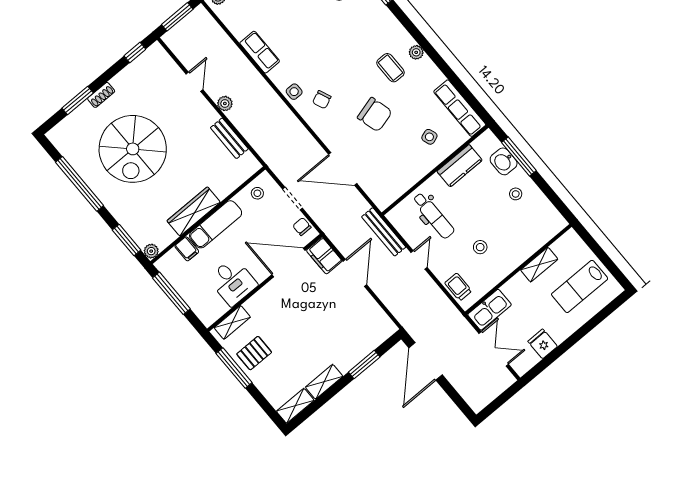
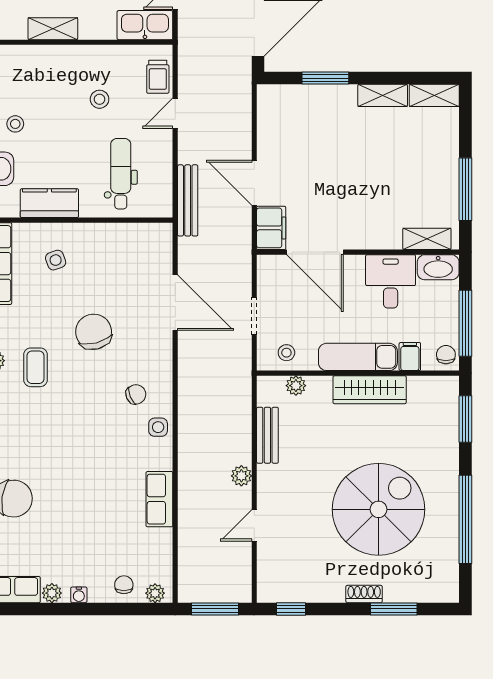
chair: (302, 227) -> (446, 355), moved, turned 180
plant: (151, 251) -> (296, 386), moved
door: (419, 260) -> (175, 113), moved
door: (355, 273) -> (254, 183), hinge flipped
washbasin: (213, 312) -> (438, 267), added
pallet: (254, 353) -> (431, 187), removed

